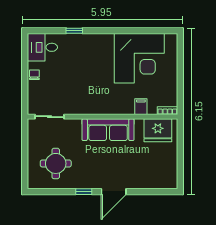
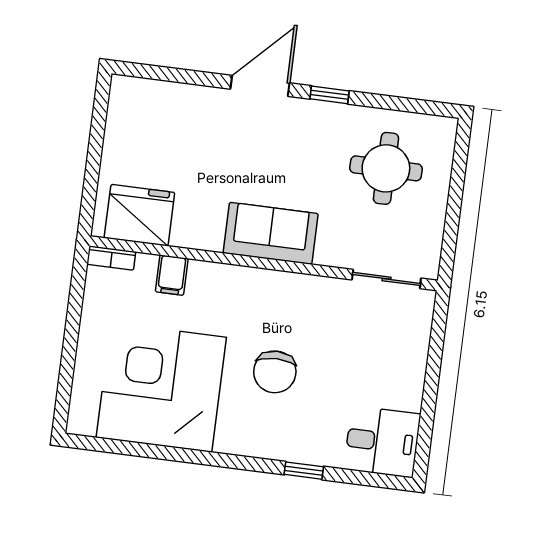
chair: (34, 75) -> (275, 372), moved, width x1.87, depth x1.87
sofa: (108, 130) -> (271, 233), width x0.73

